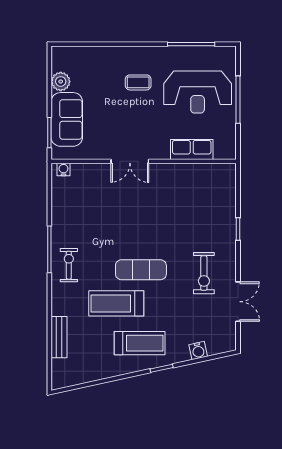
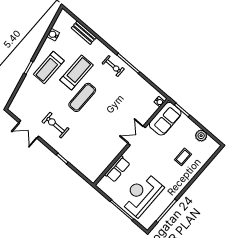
coffee table: (138, 82) -> (183, 157), moved
sofa: (67, 119) -> (165, 119), moved, turned -90
water cooler: (198, 351) -> (53, 35), moved

